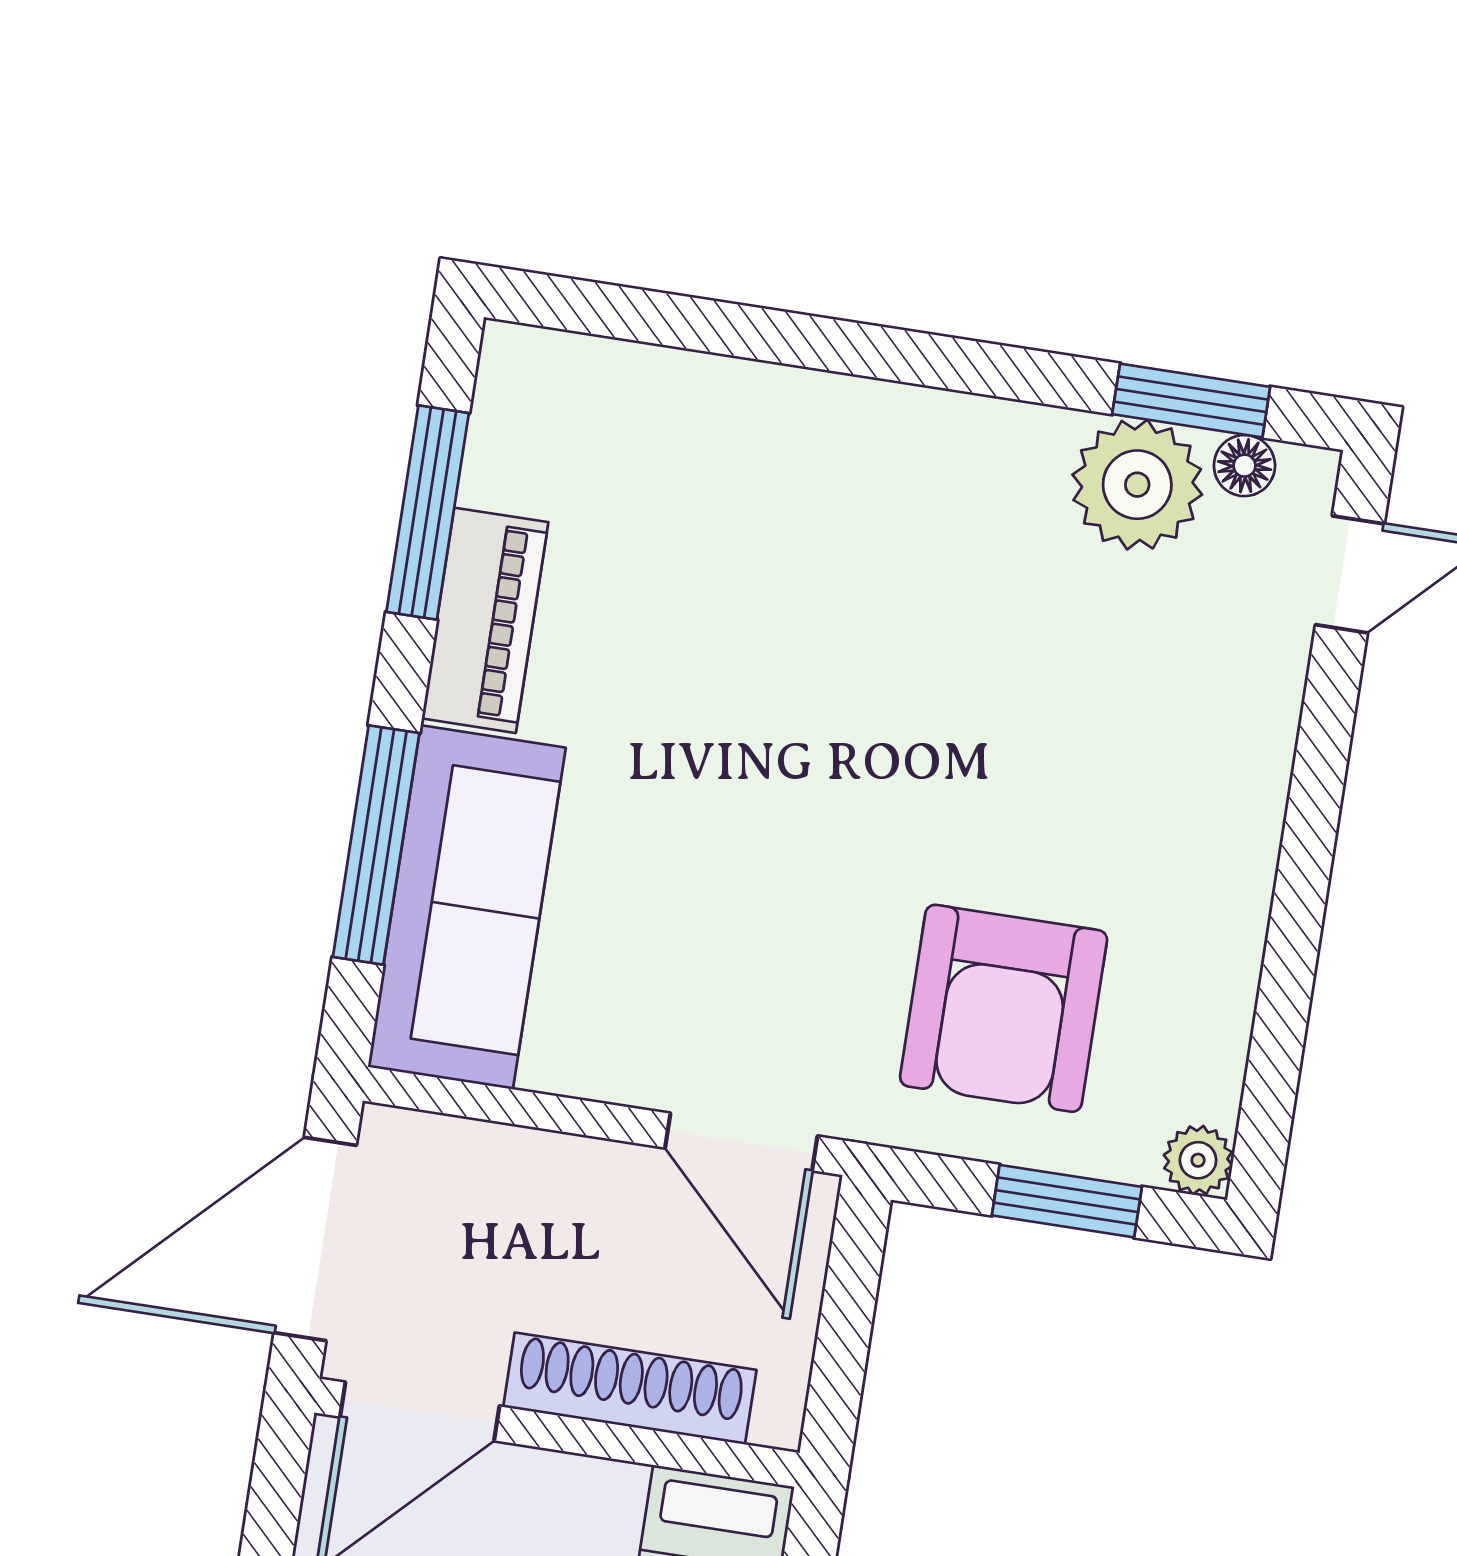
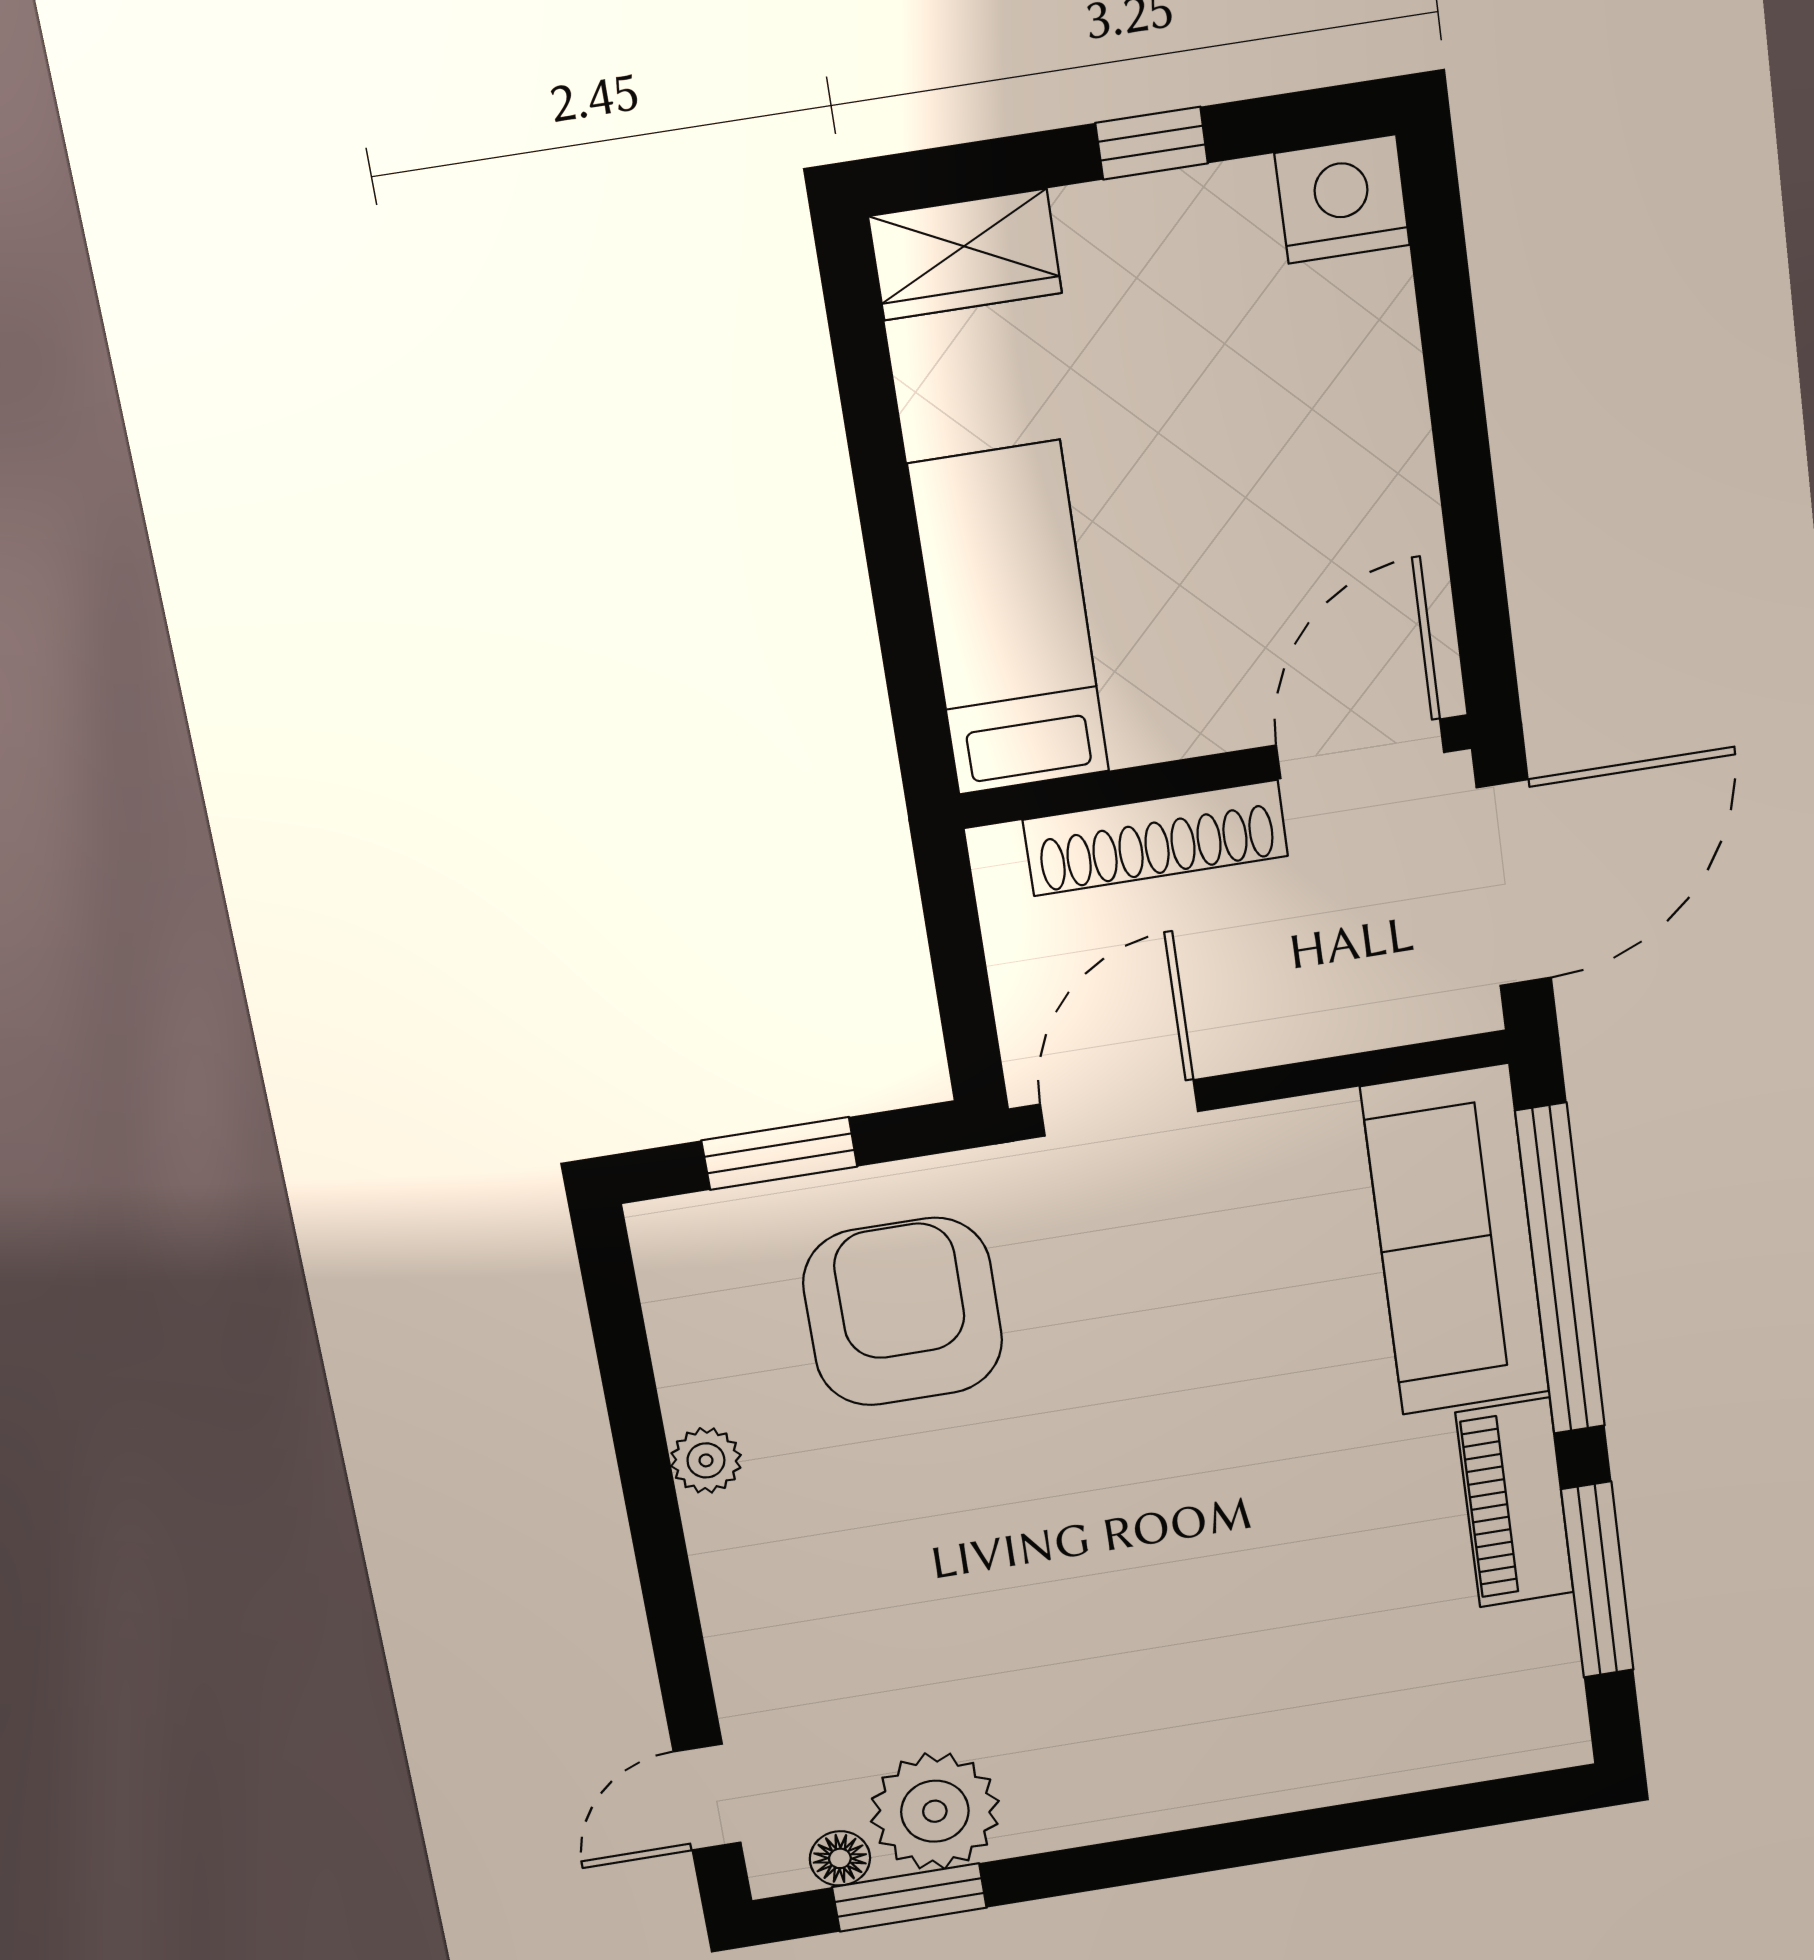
window: (376, 845) -> (1560, 1270), width x1.46
door: (741, 1142) -> (1119, 1108), hinge flipped
plant: (1198, 1160) -> (706, 1460), moved

